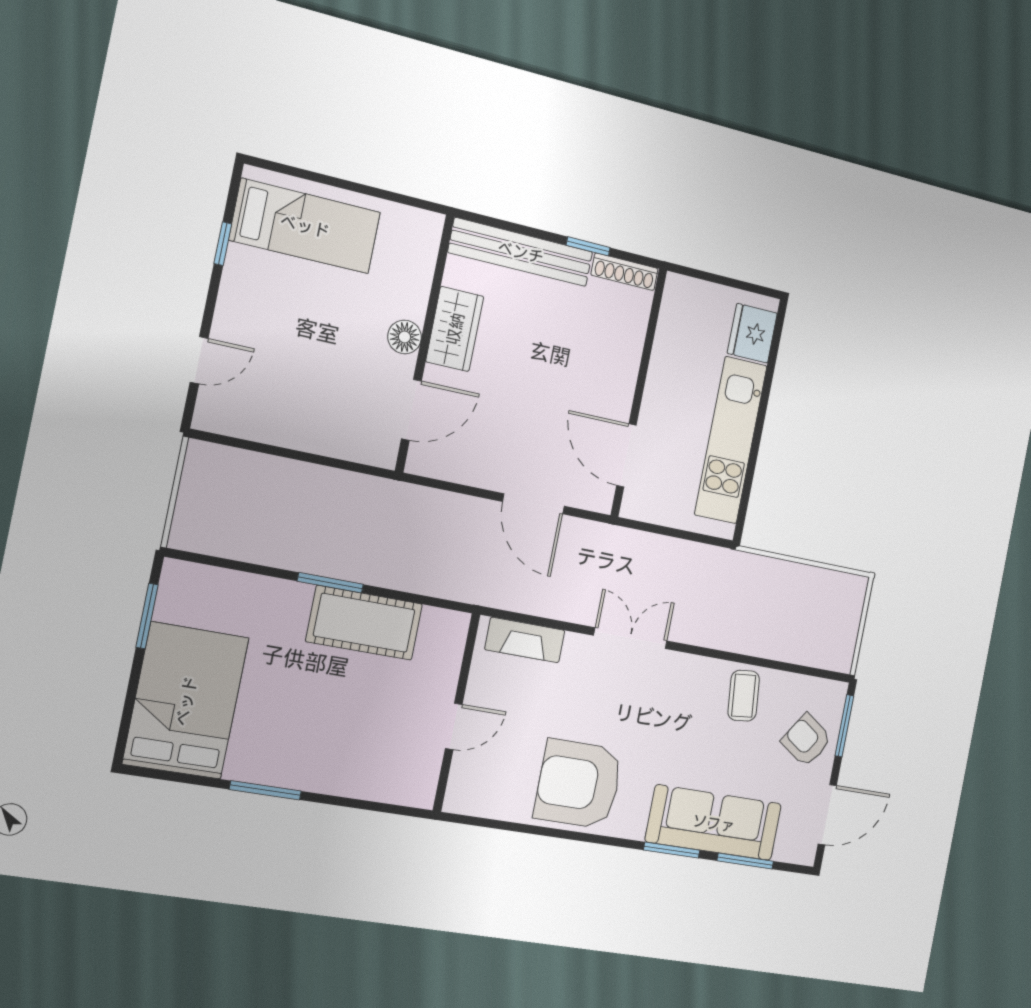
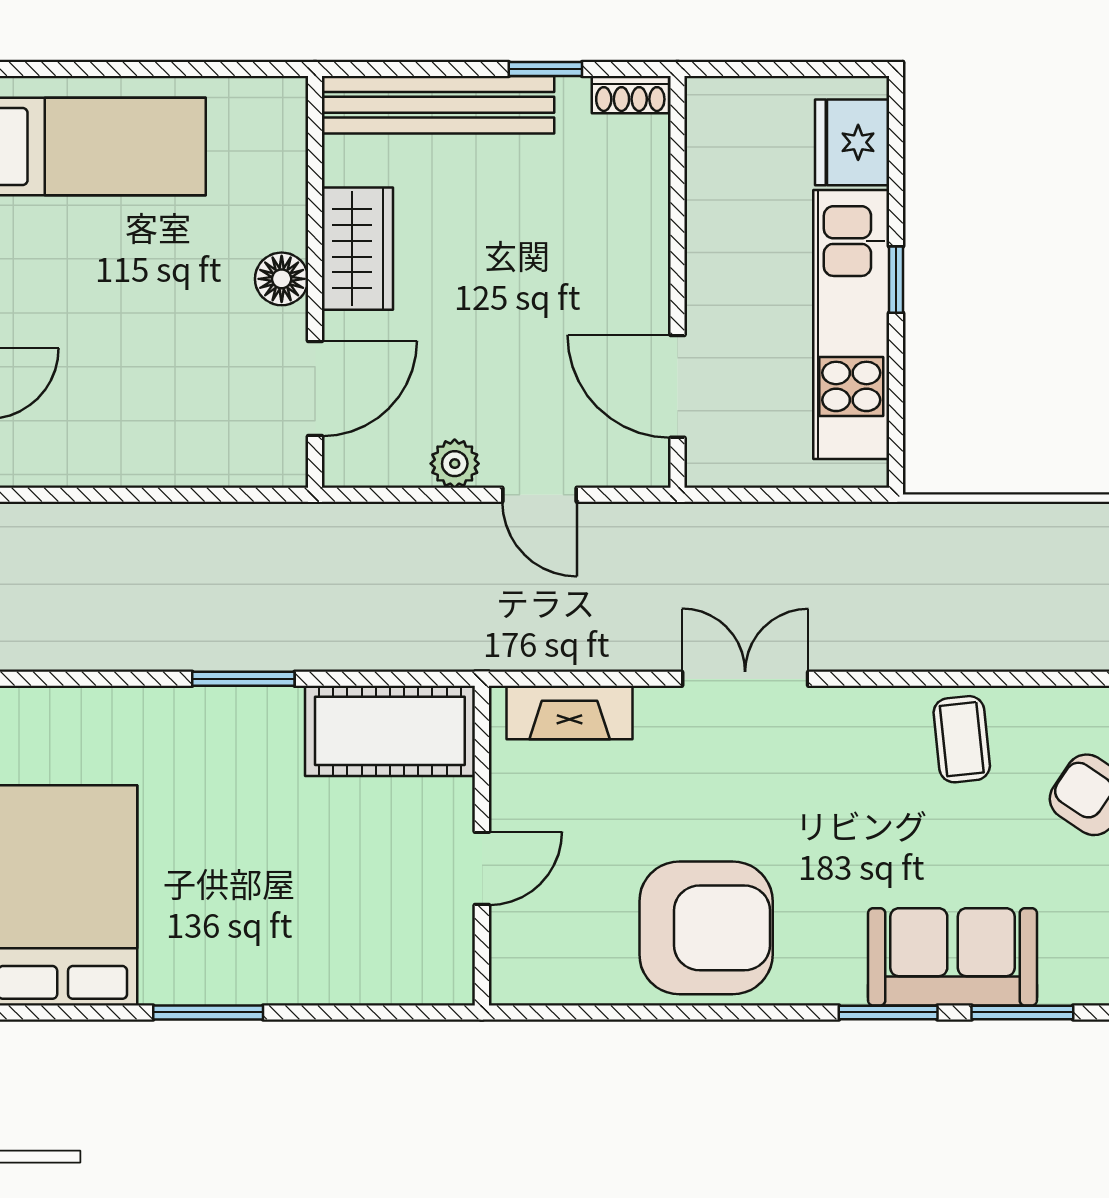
shoe rack: (625, 272) -> (630, 95), width x0.70
window: (760, 419) -> (896, 280), added
plant: (487, 474) -> (455, 464), added
door: (534, 504) -> (540, 495), width x0.73
cot: (364, 623) -> (390, 731), moved
armchair: (579, 784) -> (706, 928), turned 180
sofa: (714, 823) -> (953, 957), width x0.73

